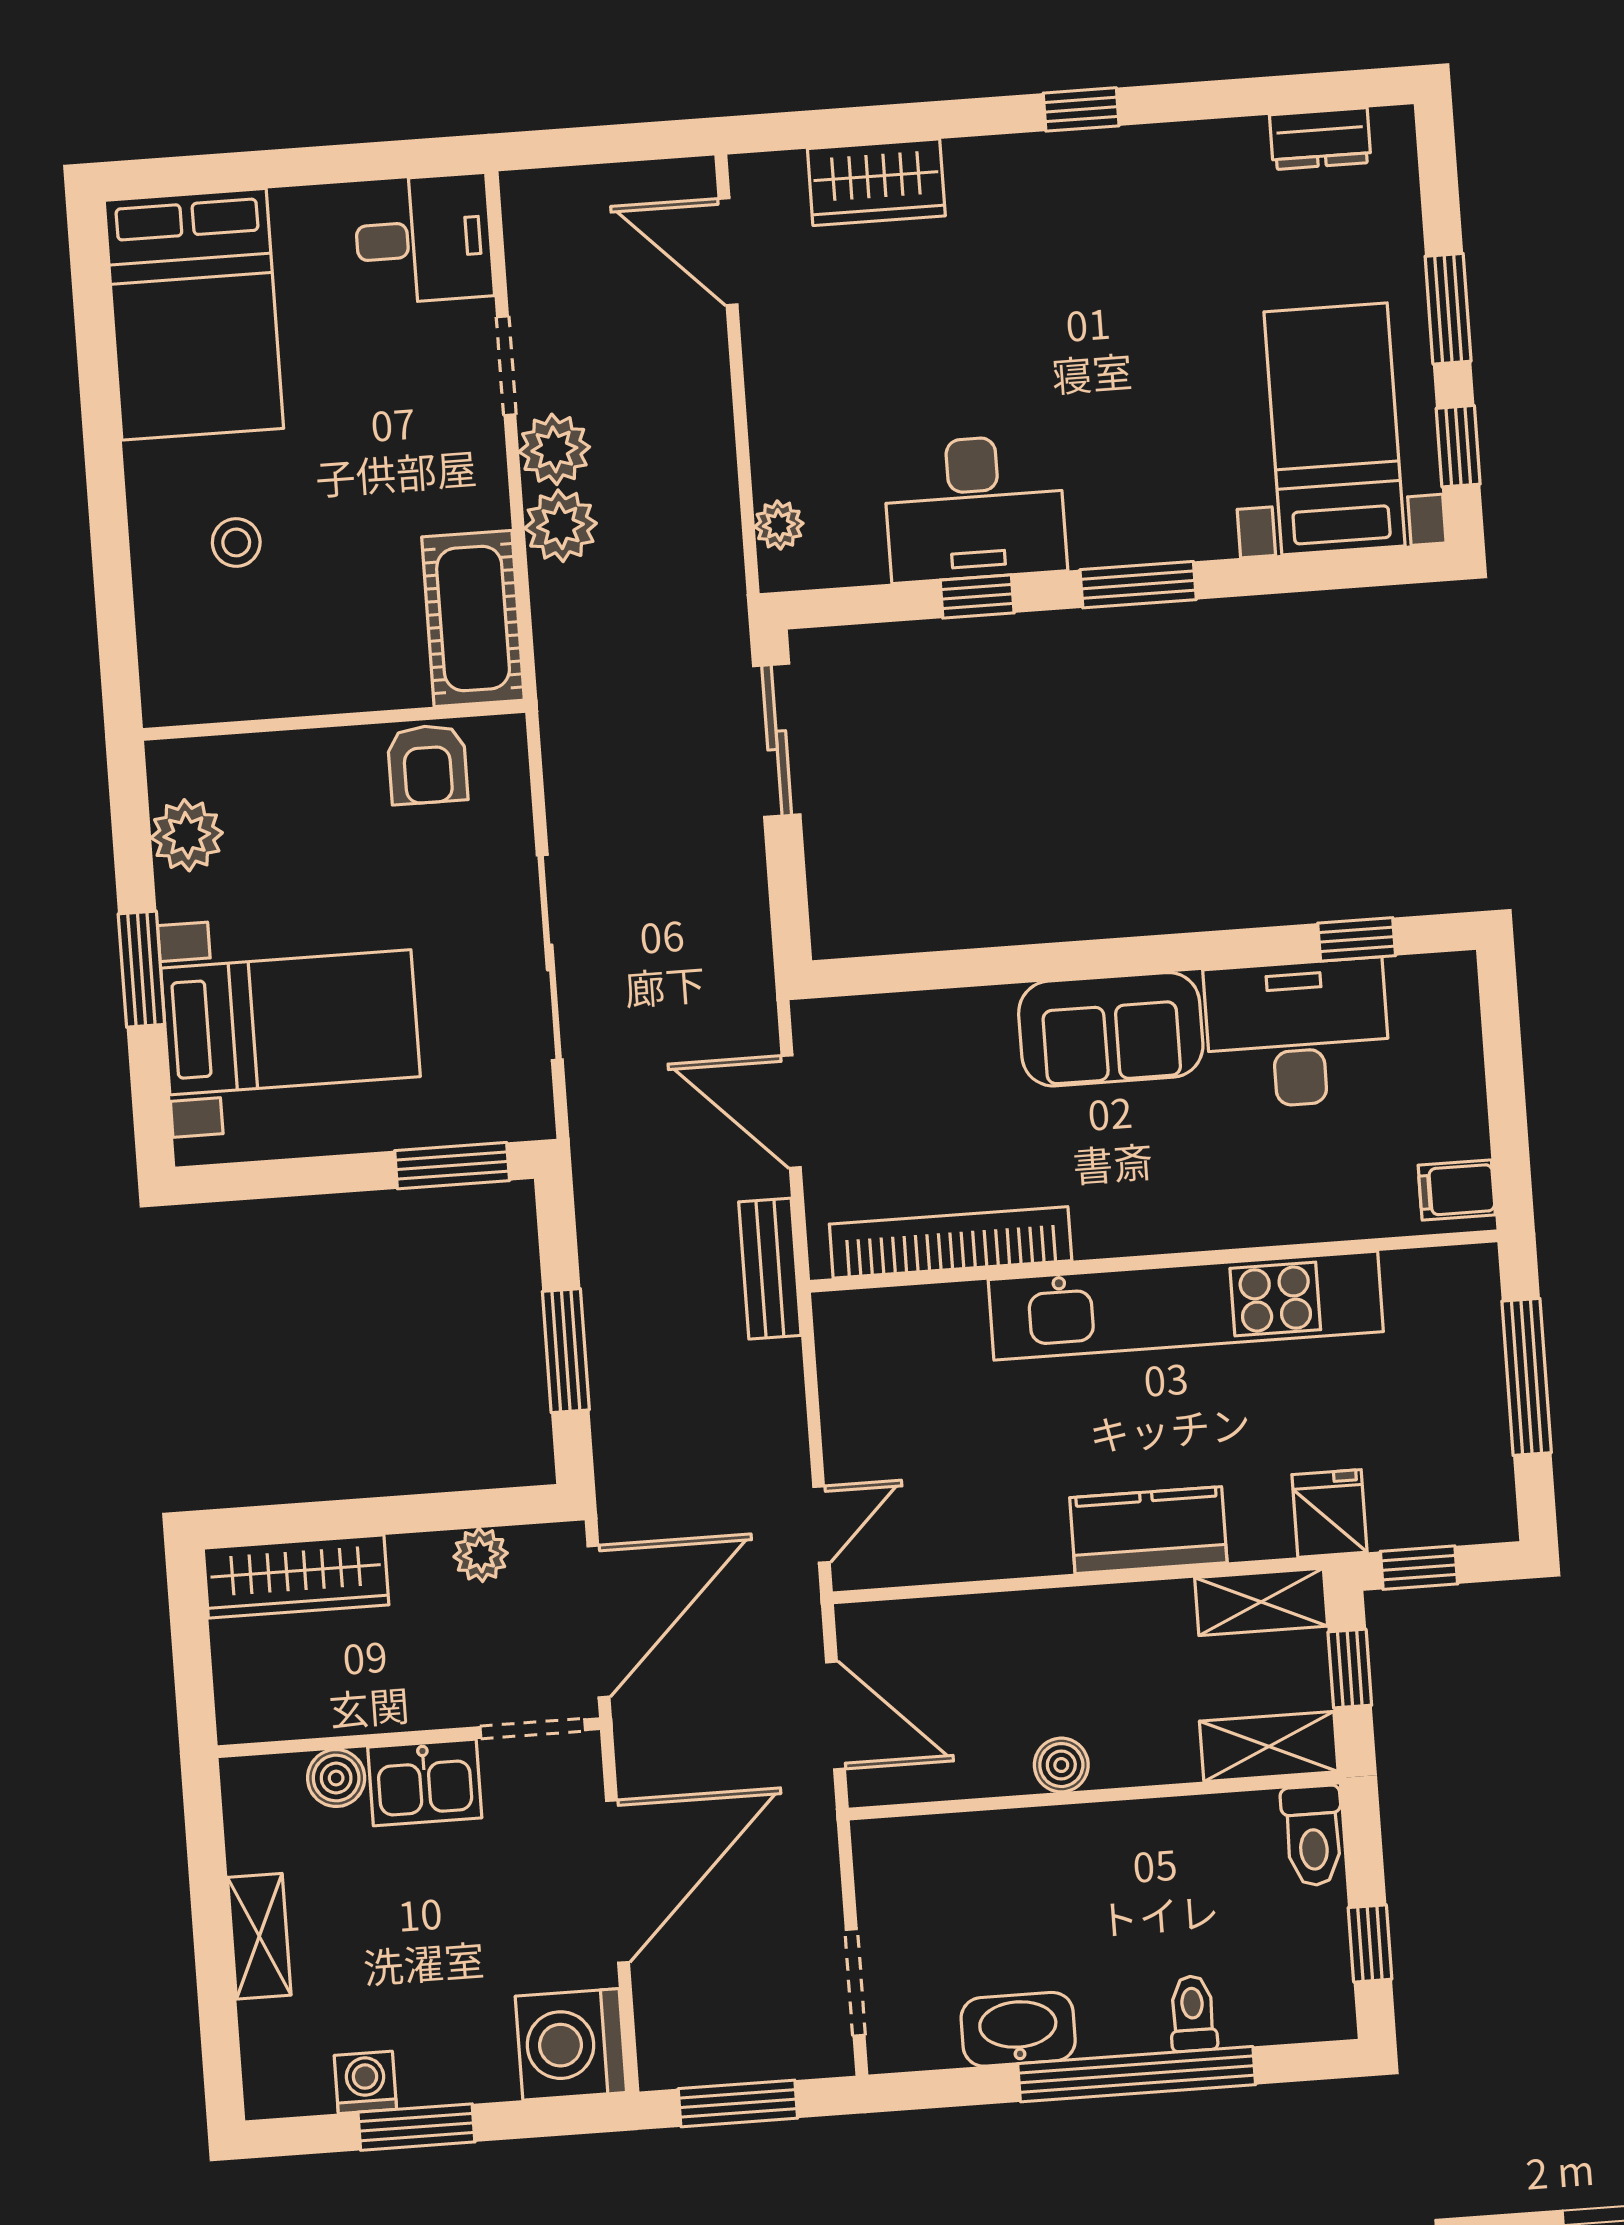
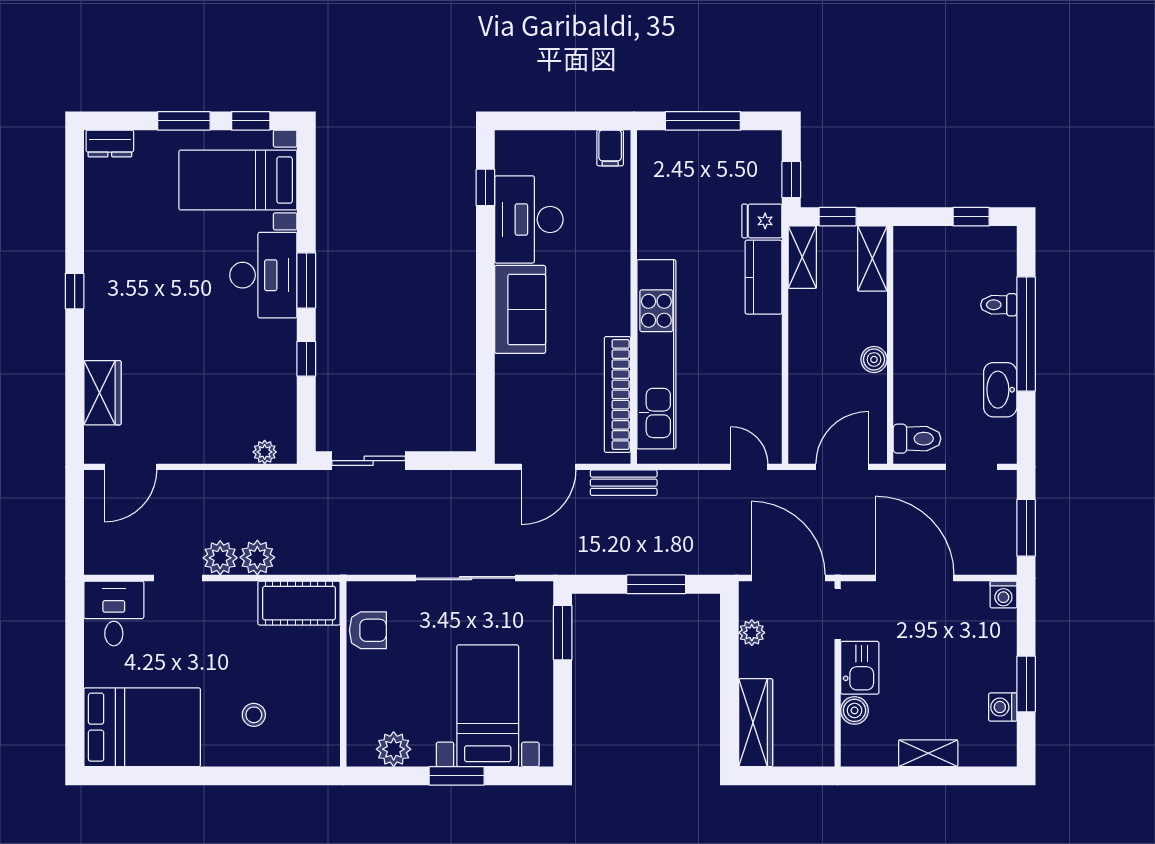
dresser: (1320, 139) -> (110, 143), moved, turned 90
desk: (975, 508) -> (263, 275), moved
kitchen unit: (1186, 1306) -> (656, 354), moved
kitchen counter: (1148, 1530) -> (764, 277), moved
toilet: (1313, 1836) -> (917, 439), moved
washing machine: (571, 2044) -> (1003, 595), width x0.53, depth x0.53

